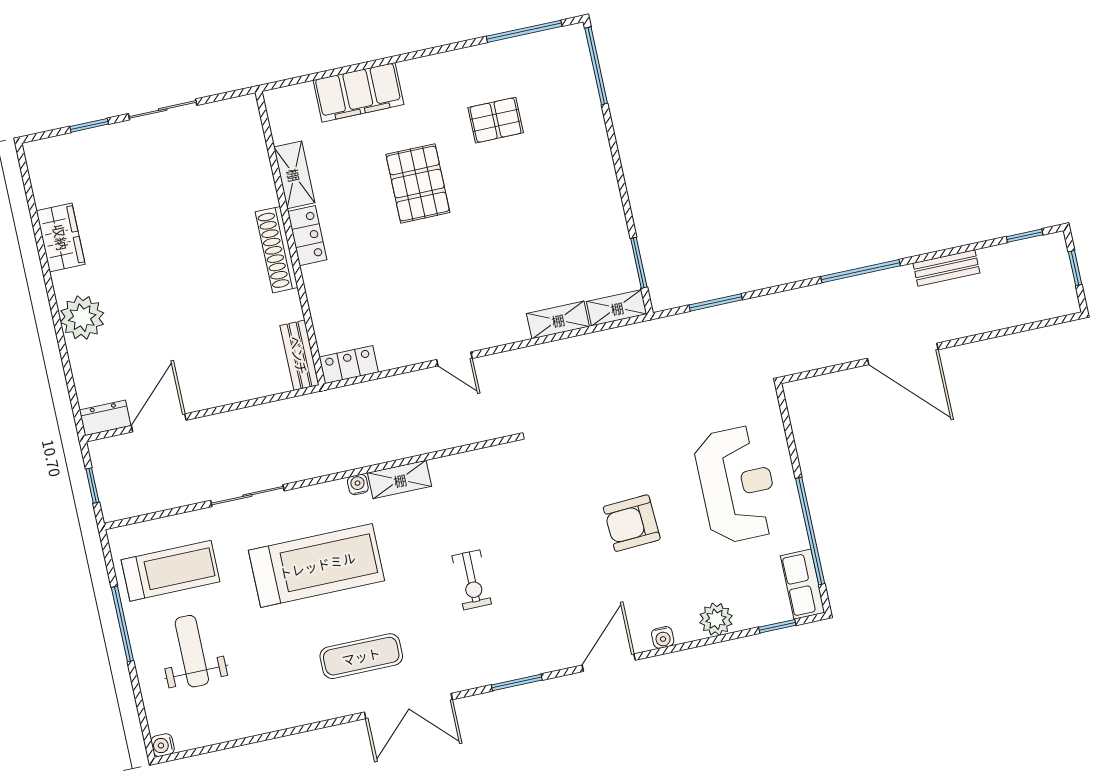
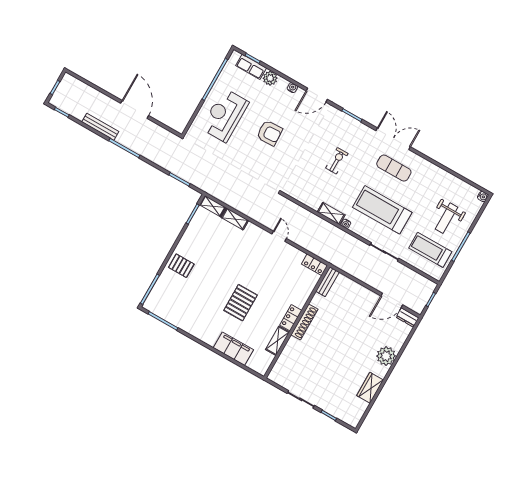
pallet: (496, 120) -> (181, 266), moved
bench: (946, 268) -> (100, 127), width x1.36
row of seats: (803, 584) -> (251, 67), moved, turned 90

